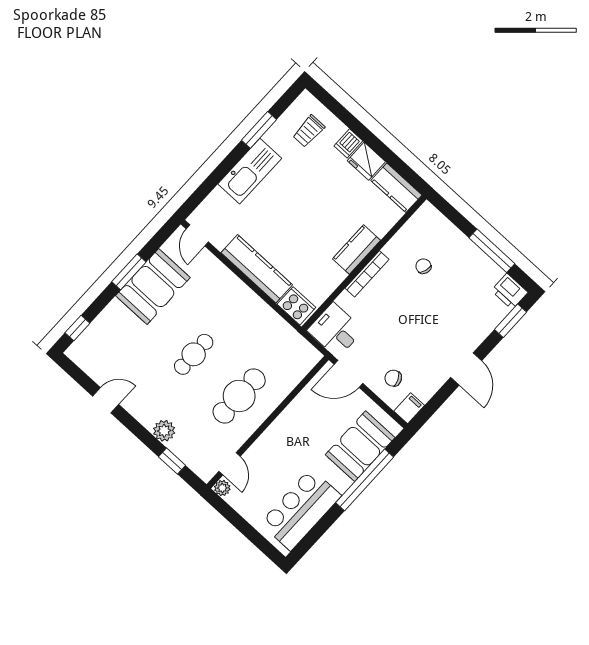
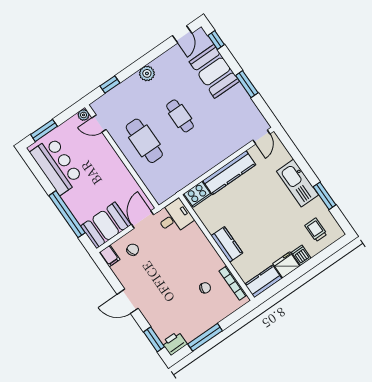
door: (197, 235) -> (261, 137), swing flipped
bookcase: (367, 274) -> (233, 283), moved
booth: (153, 287) -> (214, 71), moved
door: (106, 400) -> (182, 34), moved
plant: (164, 431) -> (147, 73), moved
booth: (360, 446) -> (106, 225), moved, turned 90
window: (256, 538) -> (44, 130), added

